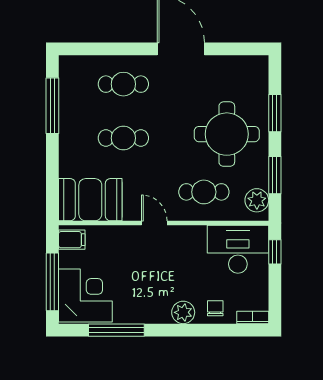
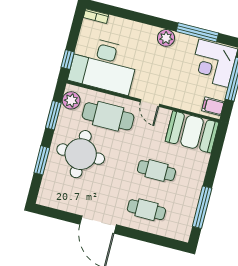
cafe table: (204, 192) -> (108, 116), width x1.37, depth x1.35
desk: (238, 249) -> (103, 65), width x1.36, depth x1.30
chair: (215, 308) -> (122, 30), removed
plant: (183, 312) -> (166, 38), moved

